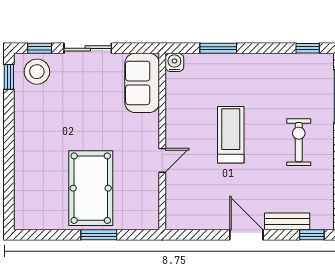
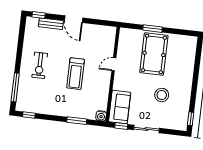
window: (40, 48) -> (121, 126), moved
stool: (37, 72) -> (162, 95), moved

